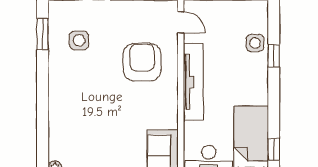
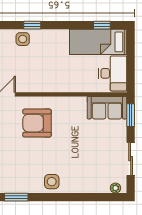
side table: (79, 40) -> (52, 182), moved
tv unit: (193, 82) -> (52, 85), removed

